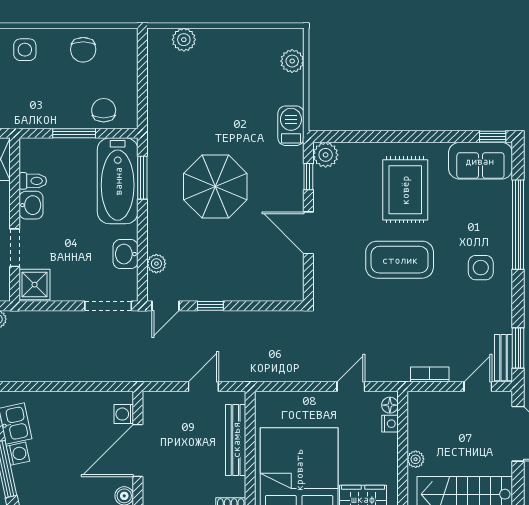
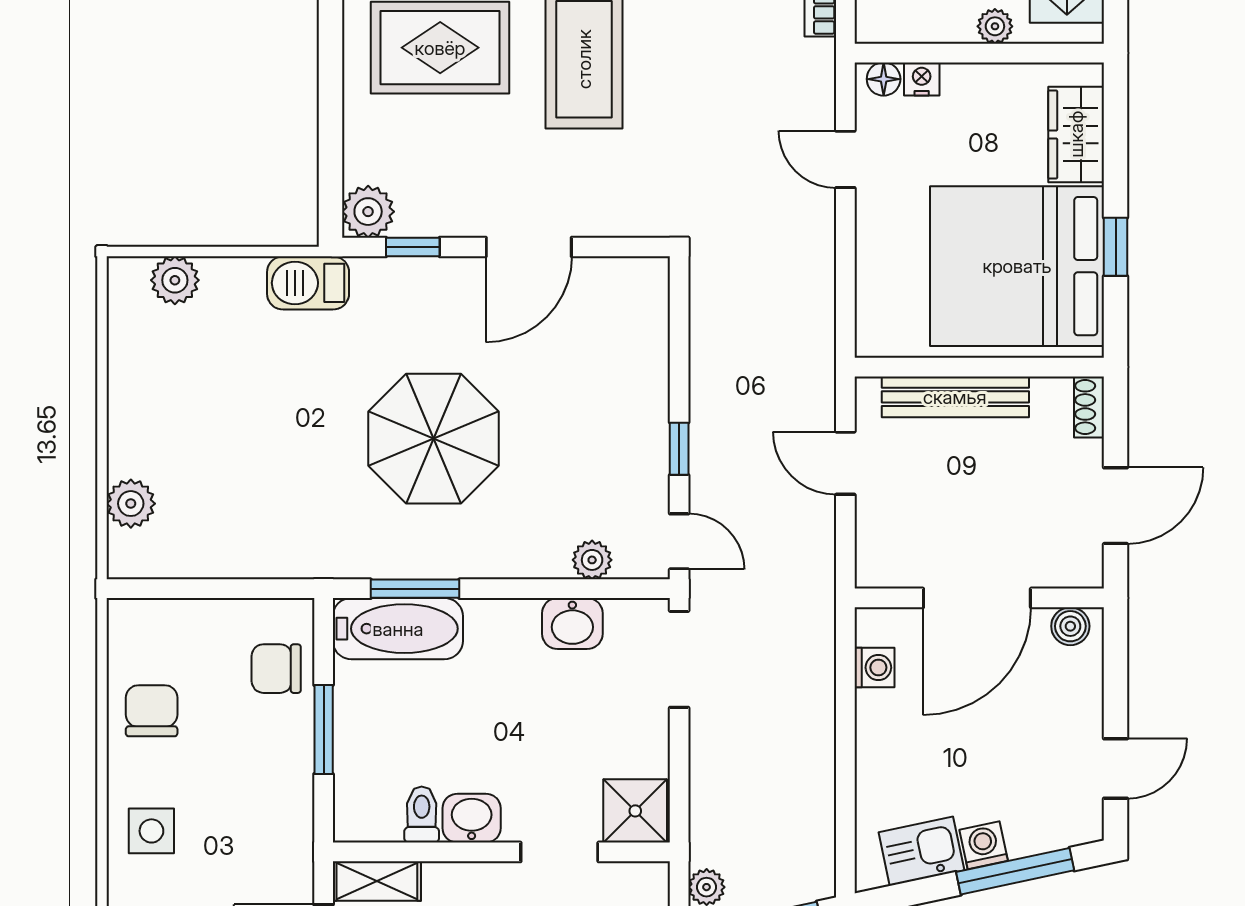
chair: (83, 50) -> (152, 711), turned -91
bathtub: (118, 181) -> (398, 629), width x0.73, depth x0.73
washing machine: (124, 414) -> (874, 668), moved, turned -90
door: (138, 451) -> (977, 598), hinge flipped

